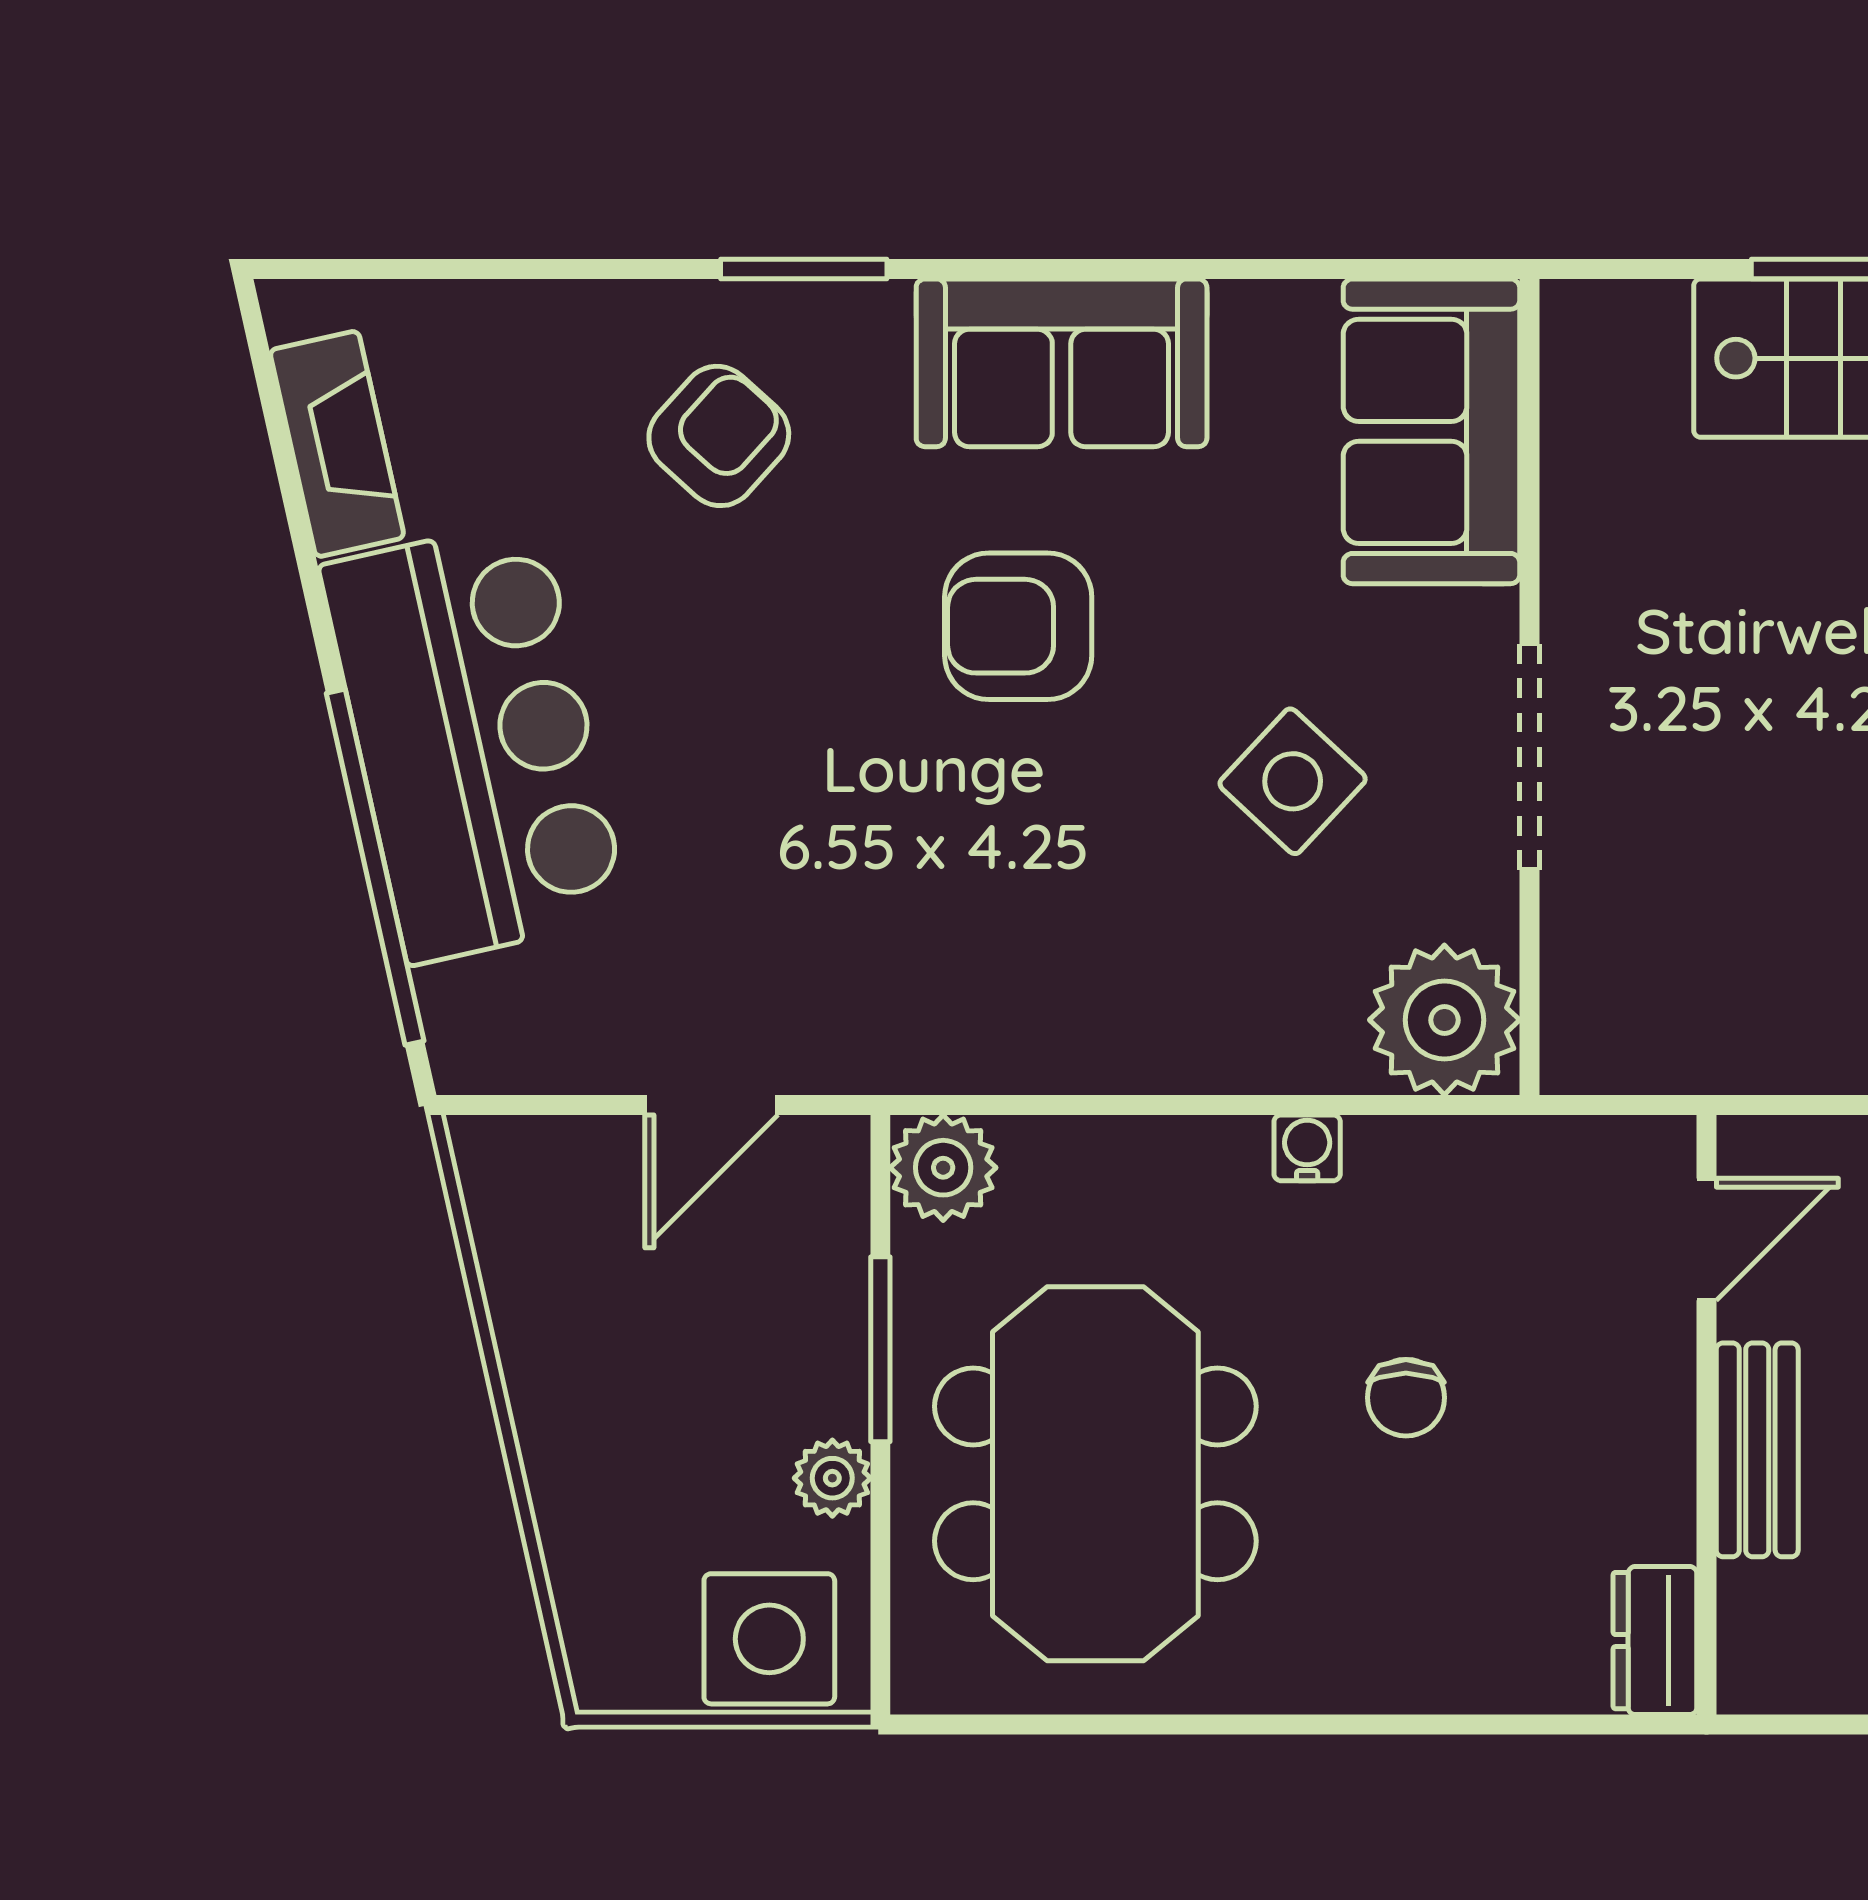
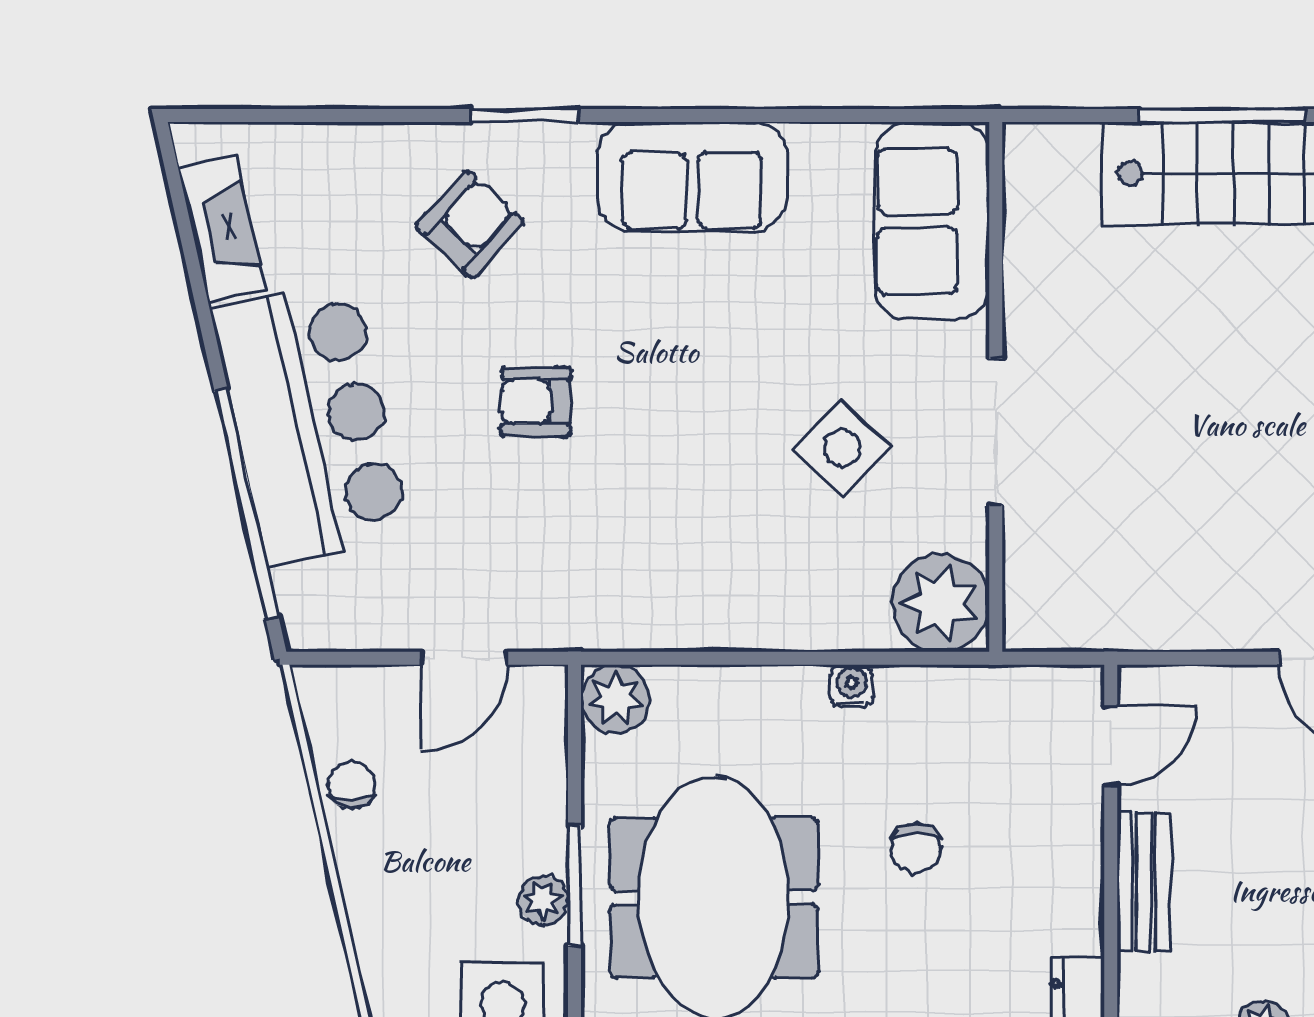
armchair: (1018, 626) -> (536, 402), moved, width x0.72, depth x0.72
chair: (537, 1301) -> (351, 785), added
window: (880, 1349) -> (575, 886), moved

